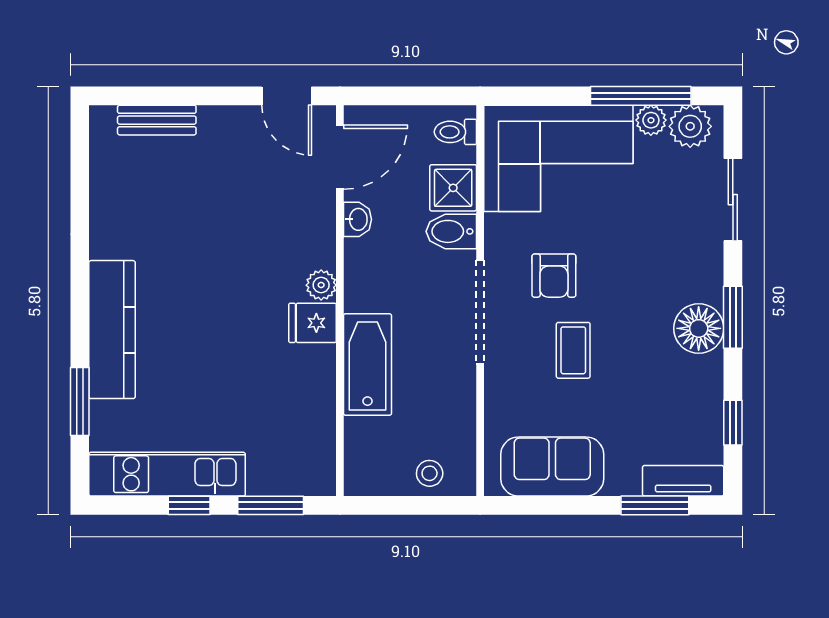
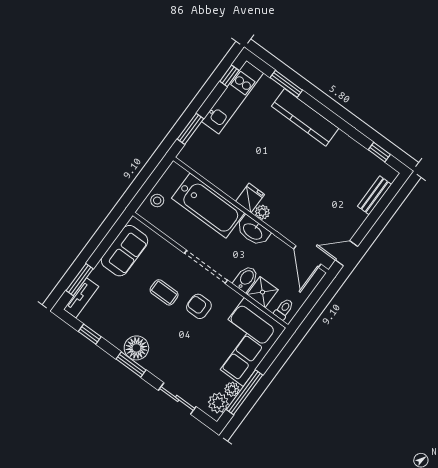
window: (80, 165) -> (379, 152), added
washbasin: (357, 219) -> (253, 231), moved, width x1.91, depth x1.45
bathtub: (368, 365) -> (208, 206), width x1.36, depth x1.36
window: (189, 505) -> (229, 76), moved

